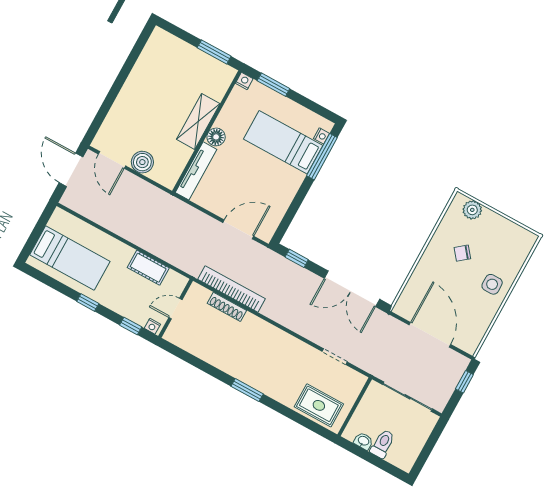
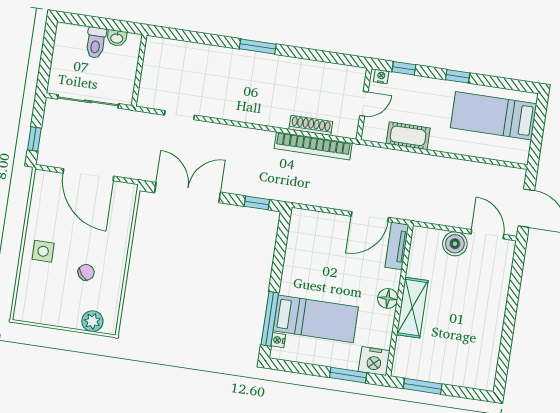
nightstand: (244, 81) -> (374, 361), width x1.89, depth x1.79
tv unit: (196, 171) -> (397, 246), width x0.71
door: (238, 229) -> (370, 217), moved
rug: (319, 405) -> (177, 58), removed

